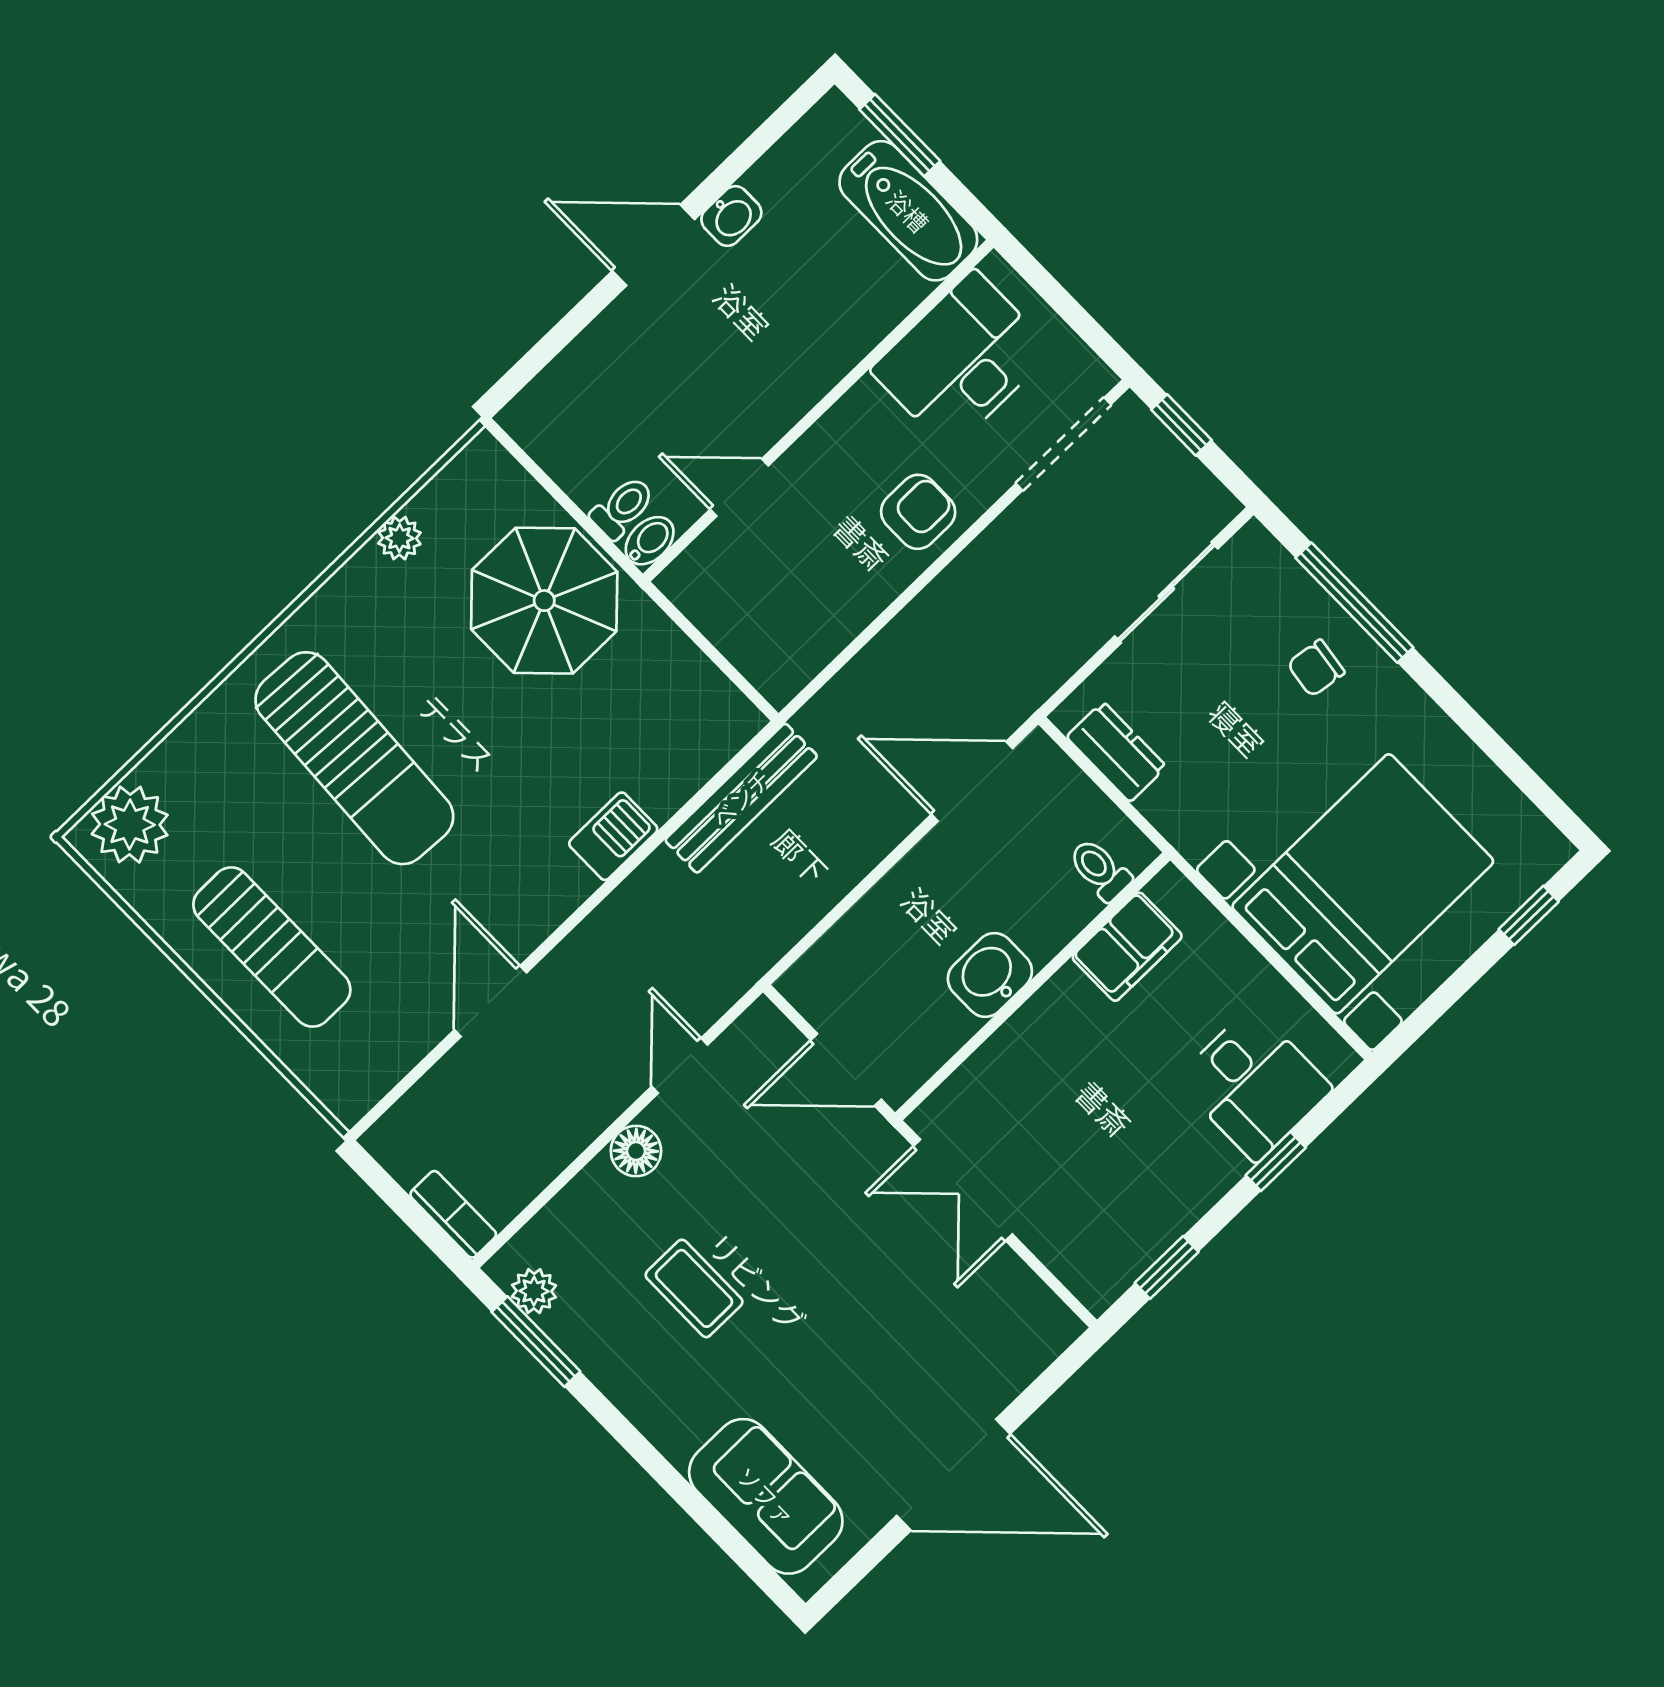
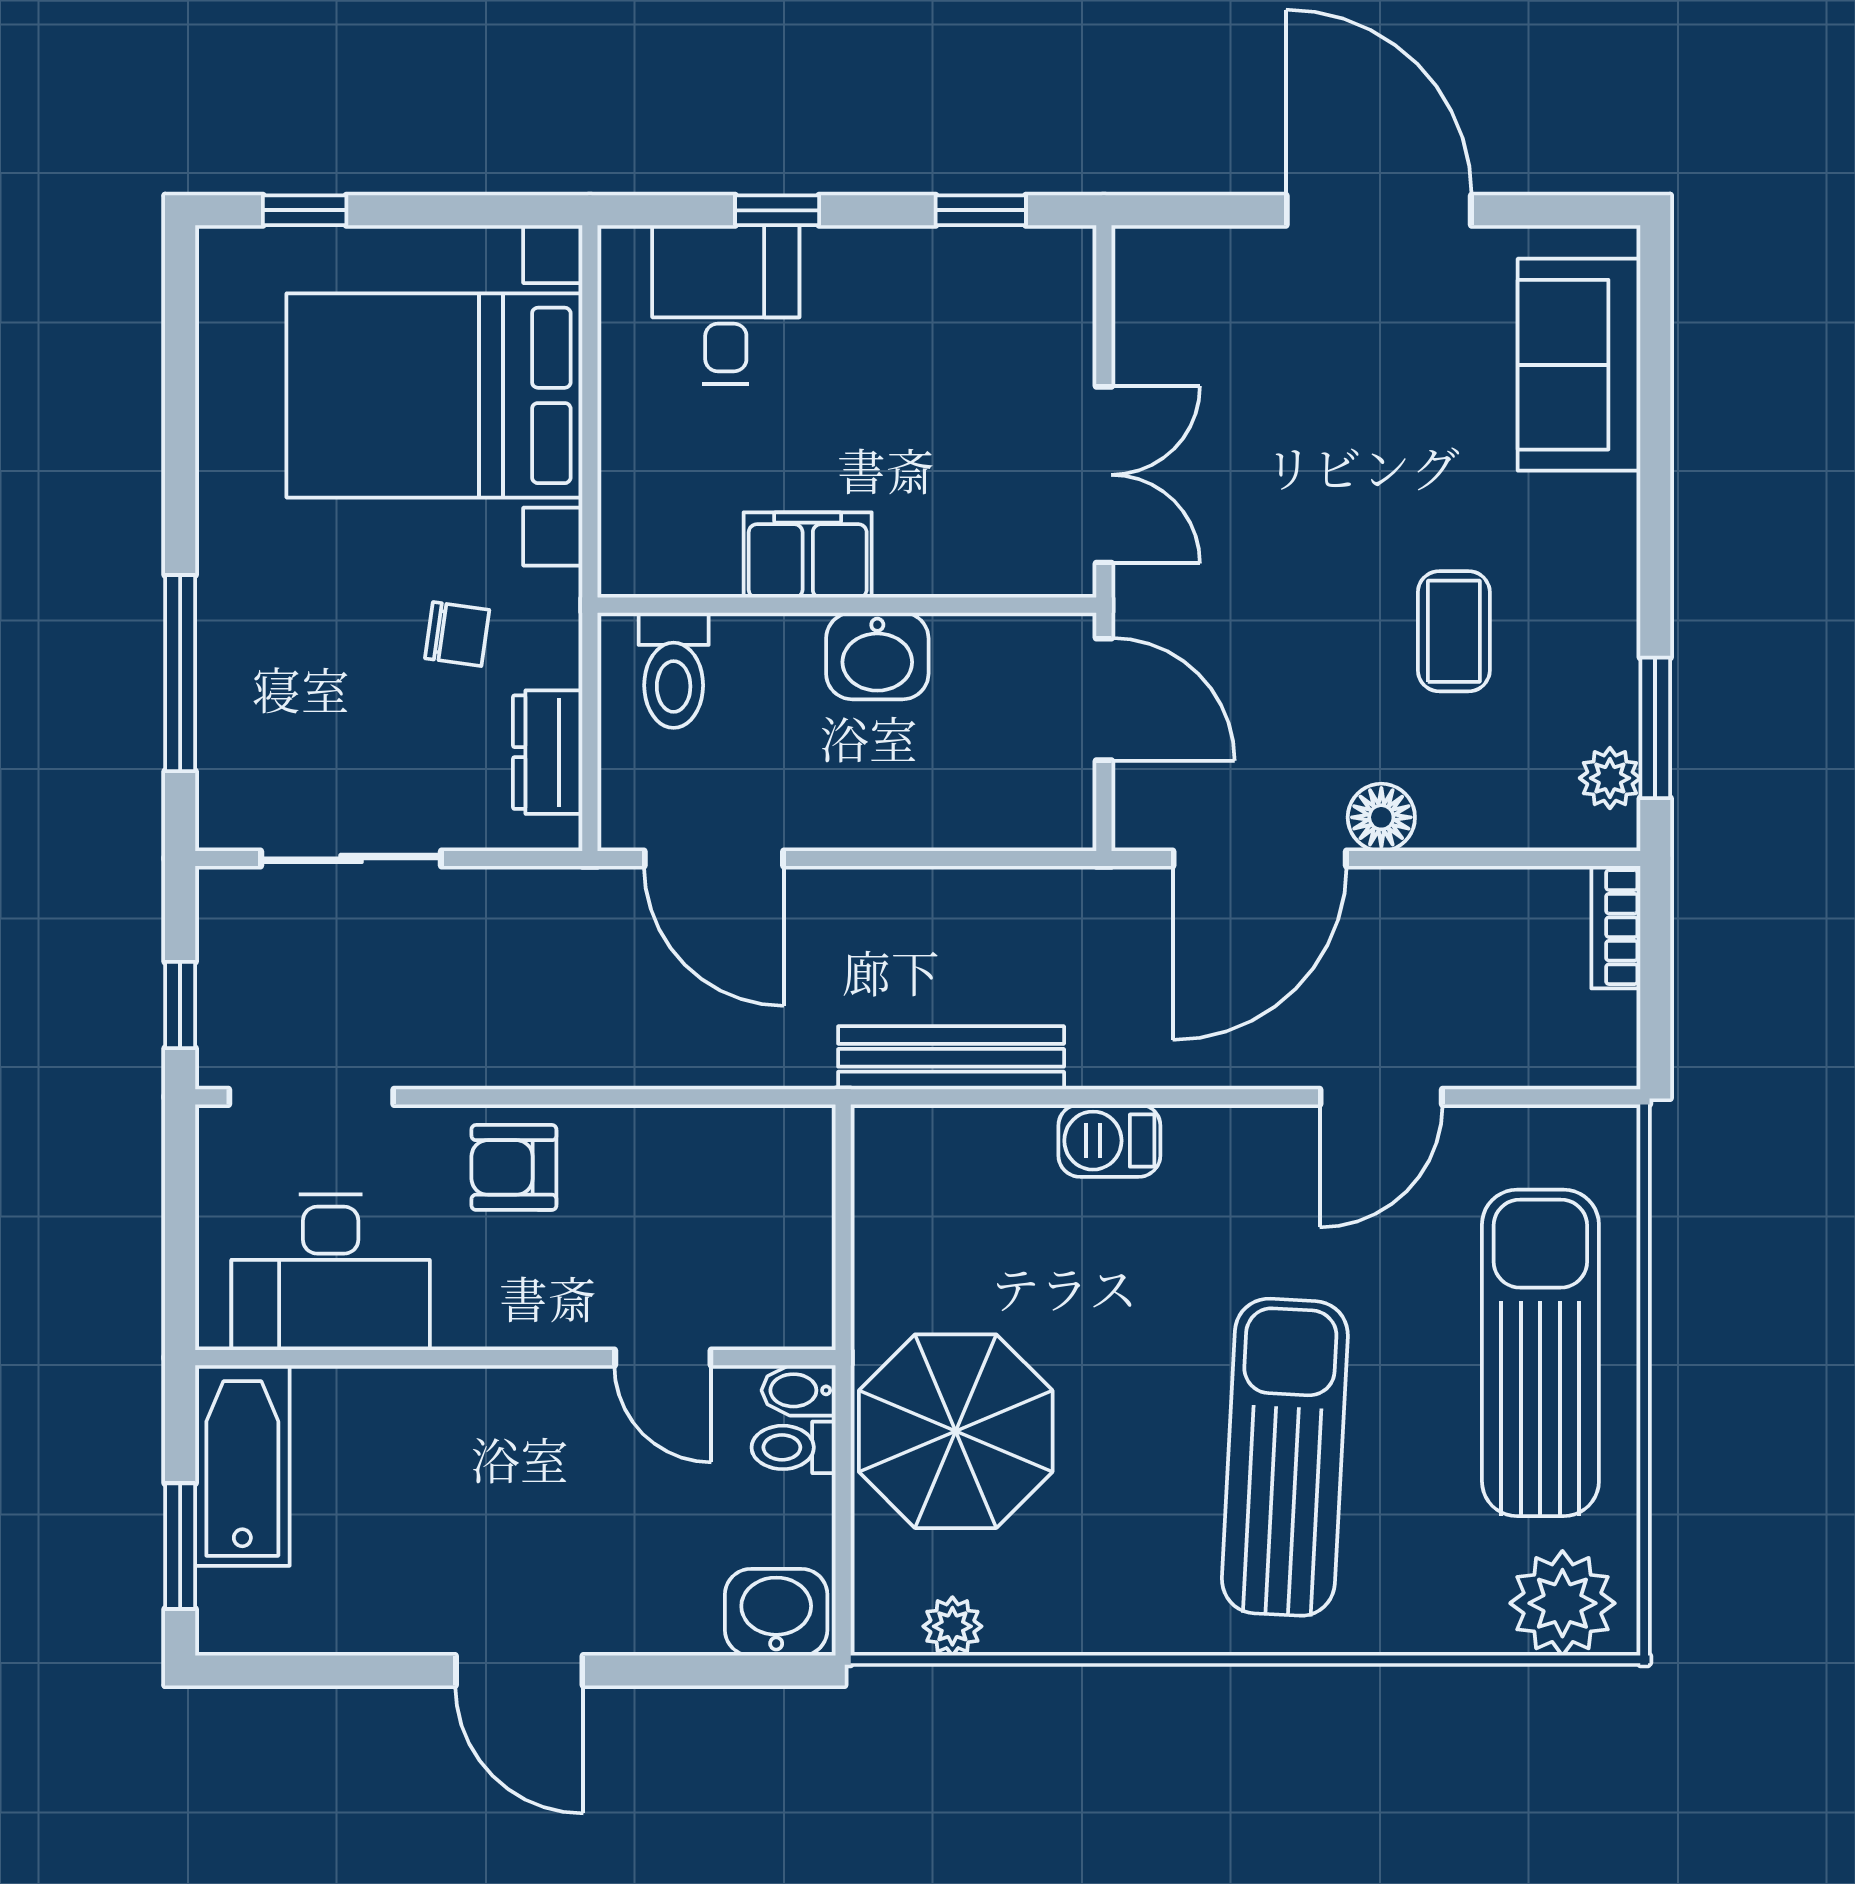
washbasin: (731, 216) -> (776, 1612), moved, width x1.38, depth x1.45
plant: (399, 538) -> (952, 1626), moved
chair: (1316, 668) -> (457, 634), moved
toilet: (1100, 870) -> (674, 670), width x1.37, depth x1.39
sun lounger: (272, 947) -> (1540, 1353), width x1.36, depth x1.34
filing cabinet: (1127, 947) -> (808, 555), moved
door: (680, 1066) -> (1260, 858), width x1.87

